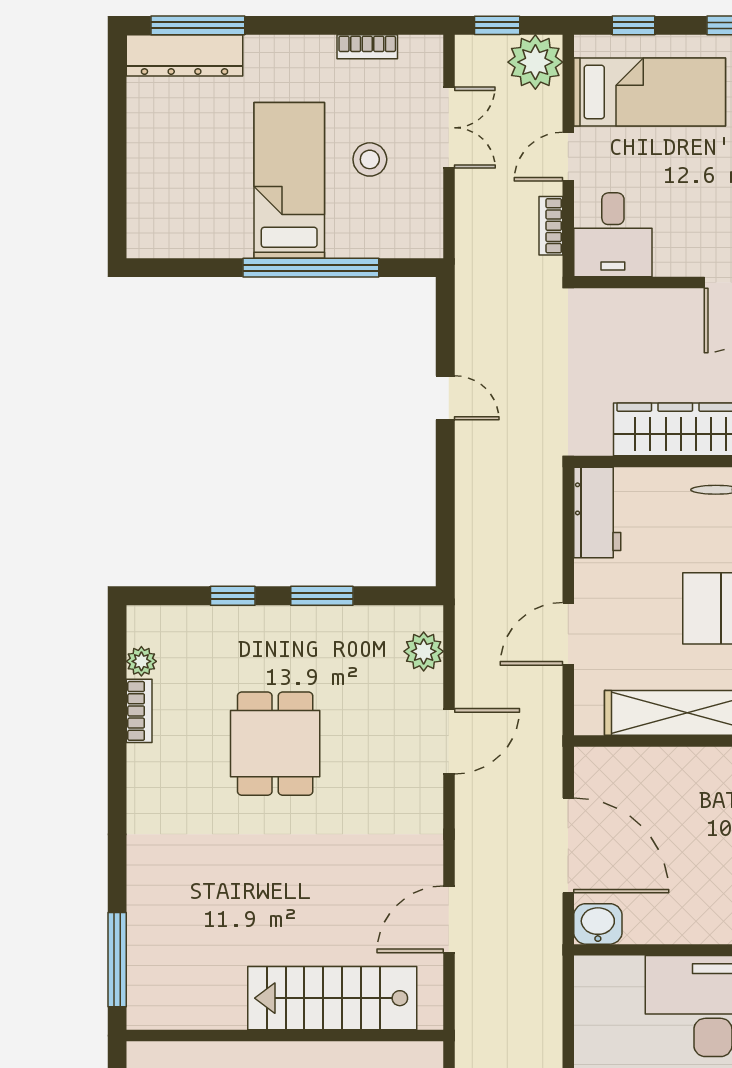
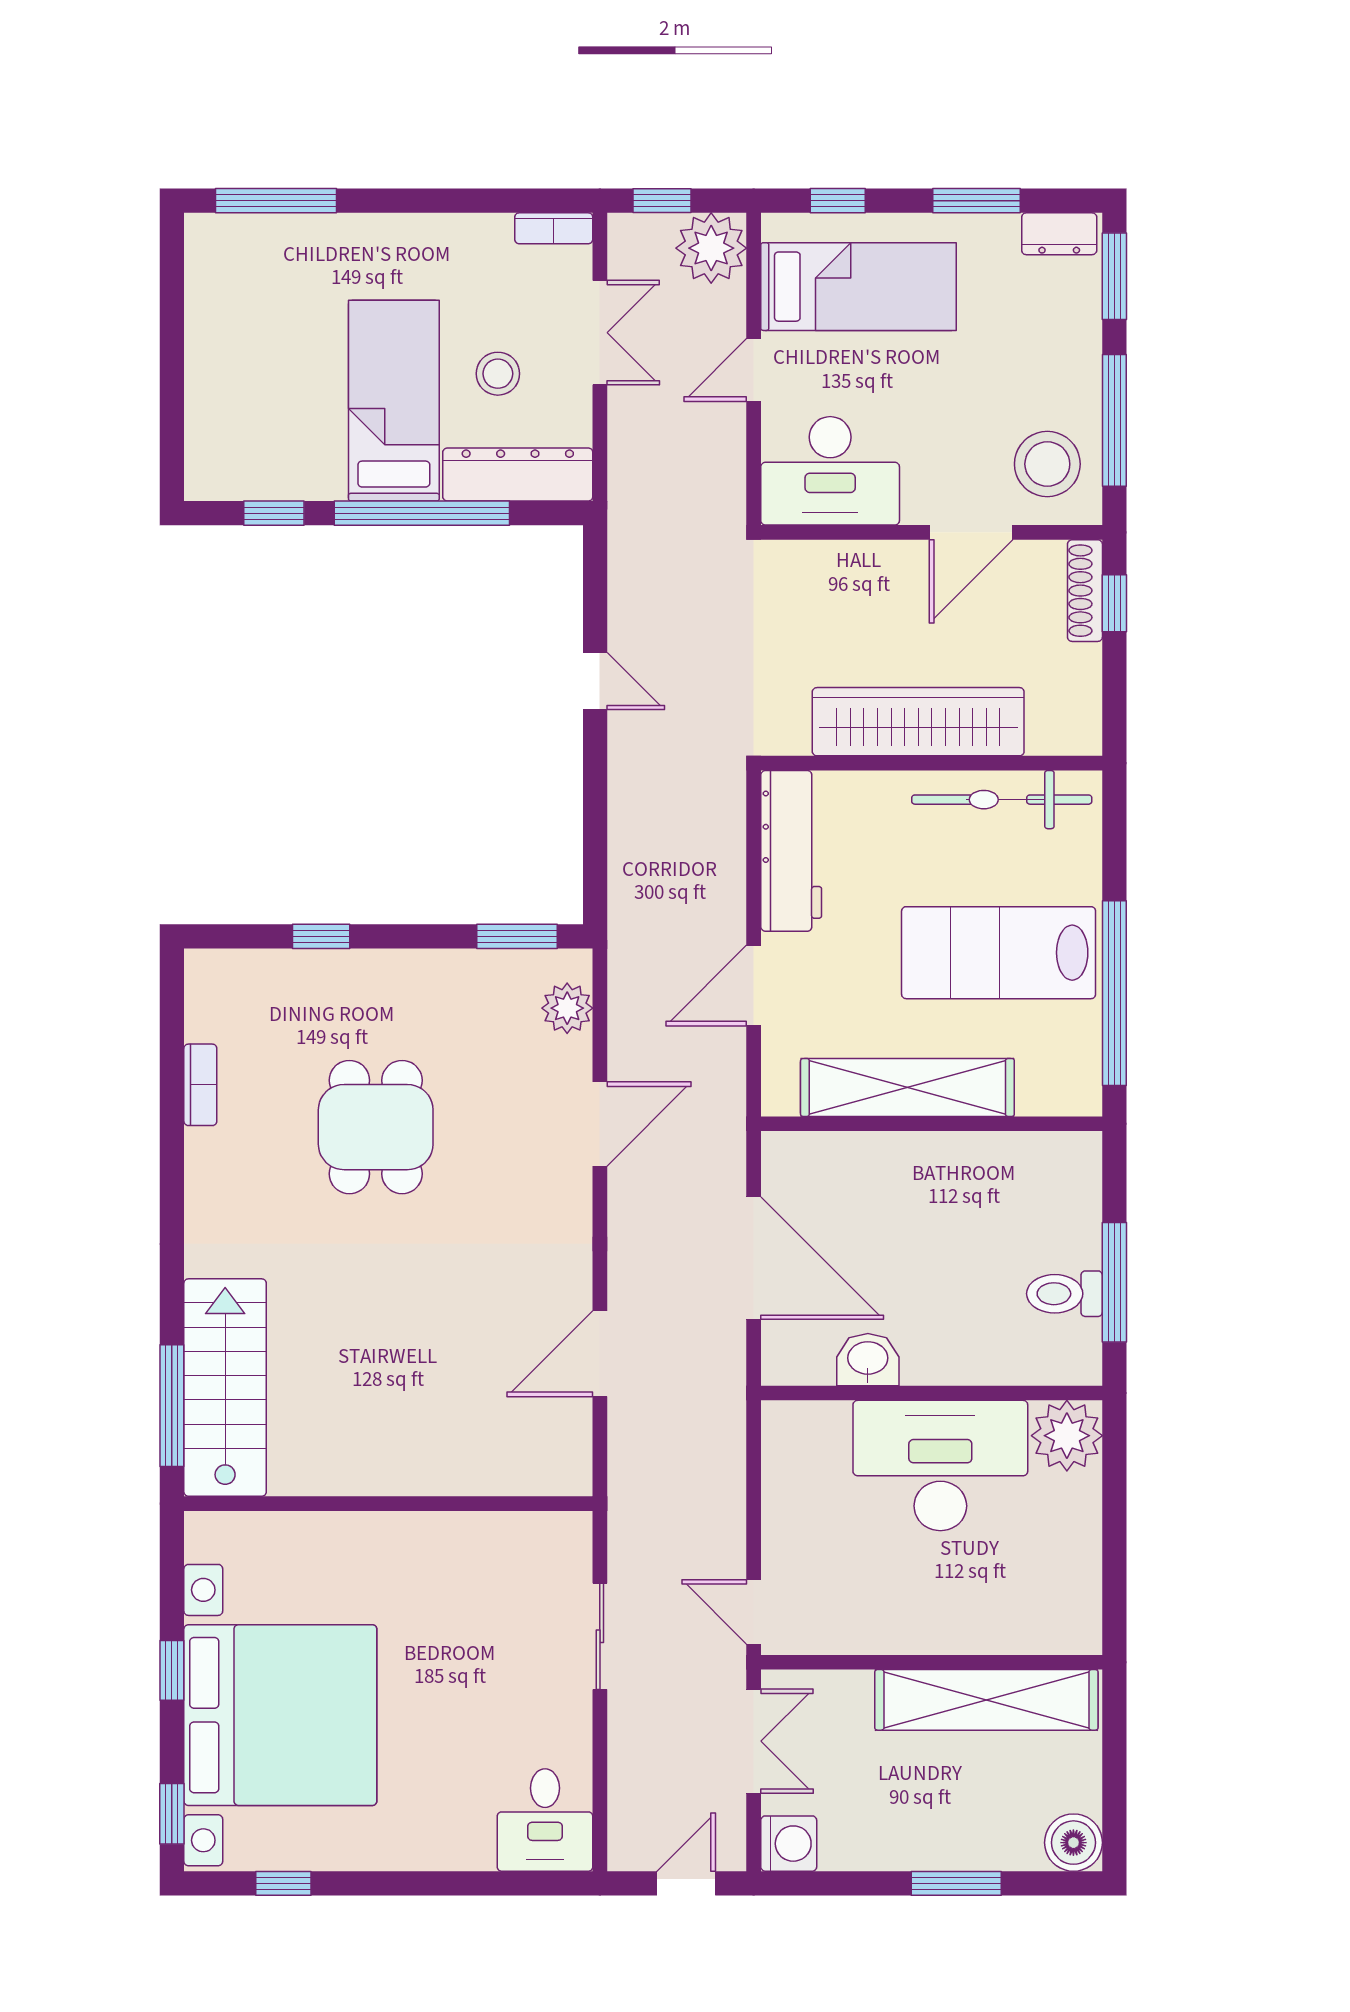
bookcase: (367, 47) -> (554, 228), moved
dresser: (185, 55) -> (518, 474), moved, turned 180
bookcase: (551, 226) -> (731, 459), removed
desk: (613, 235) -> (830, 471), width x1.37
window: (196, 268) -> (274, 513), added
workbench: (597, 512) -> (791, 851), width x1.38
window: (322, 596) -> (517, 936), moved
plant: (141, 661) -> (203, 1021), removed
washbasin: (598, 924) -> (868, 1360), moved
stairs: (332, 998) -> (225, 1388), moved, turned 90

